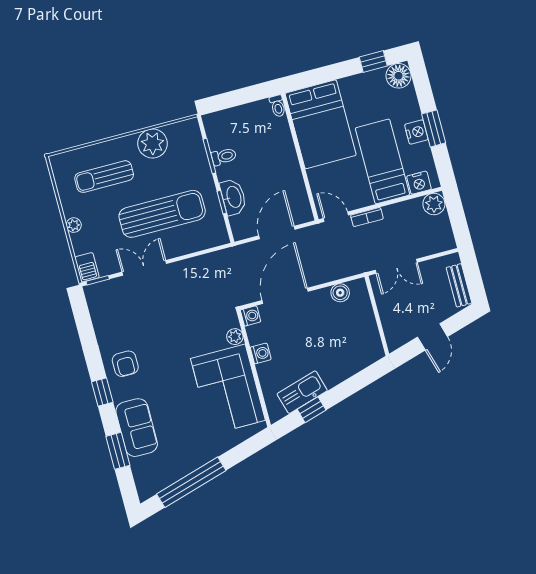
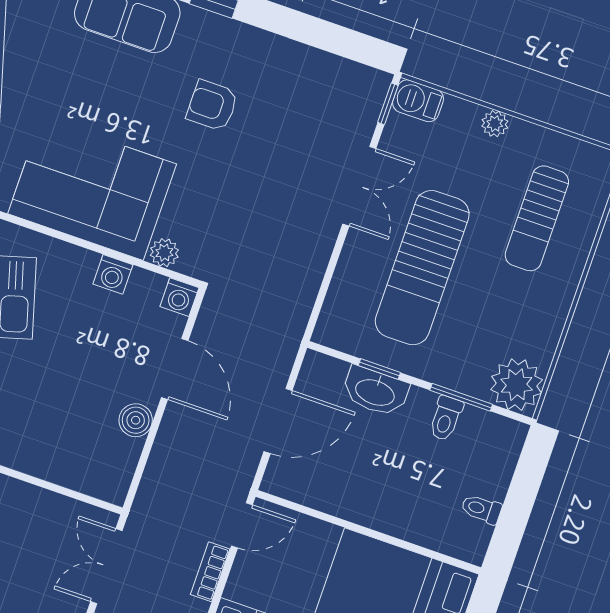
toilet: (278, 106) -> (481, 509), moved
plant: (153, 144) -> (517, 385), moved
sun lounger: (104, 177) -> (537, 218), turned 180
door: (277, 233) -> (278, 421), hinge flipped
boiler: (340, 293) -> (136, 420), moved
door: (285, 296) -> (175, 369), width x0.73
armchair: (125, 364) -> (212, 105), moved

